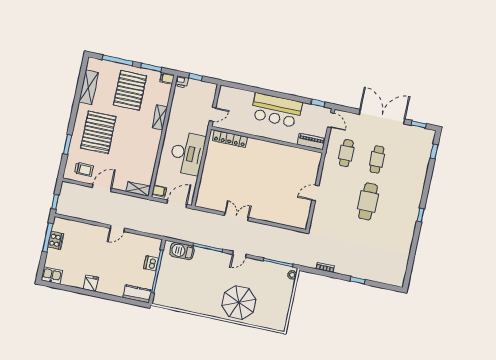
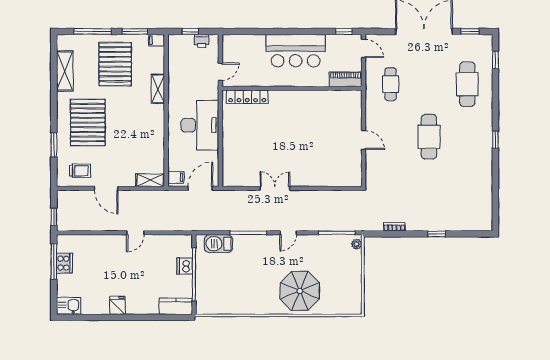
printer: (182, 82) -> (202, 41), moved
cafe table: (377, 160) -> (467, 84), moved, width x1.37, depth x1.35
door: (102, 188) -> (106, 188), swing flipped
door: (315, 193) -> (364, 140), swing flipped

